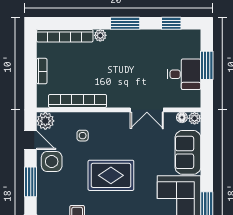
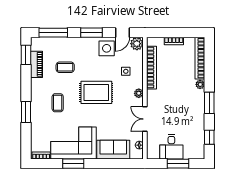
plant: (195, 118) -> (139, 93), moved
rug: (111, 175) -> (96, 92), turned 90

